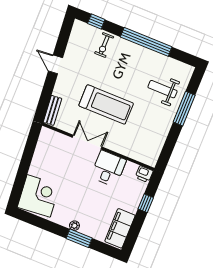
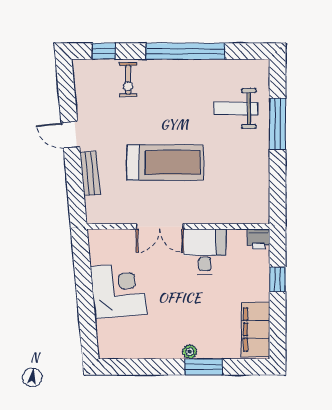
bench: (52, 110) -> (90, 173), moved
double door: (87, 142) -> (160, 227), swing flipped
corner desk: (39, 196) -> (119, 290), moved

